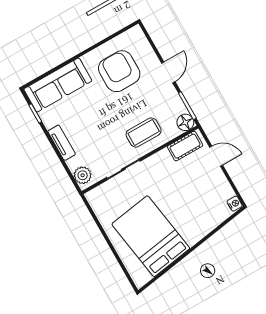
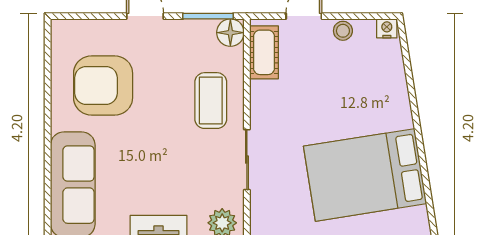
stool: (220, 181) -> (343, 31), added

